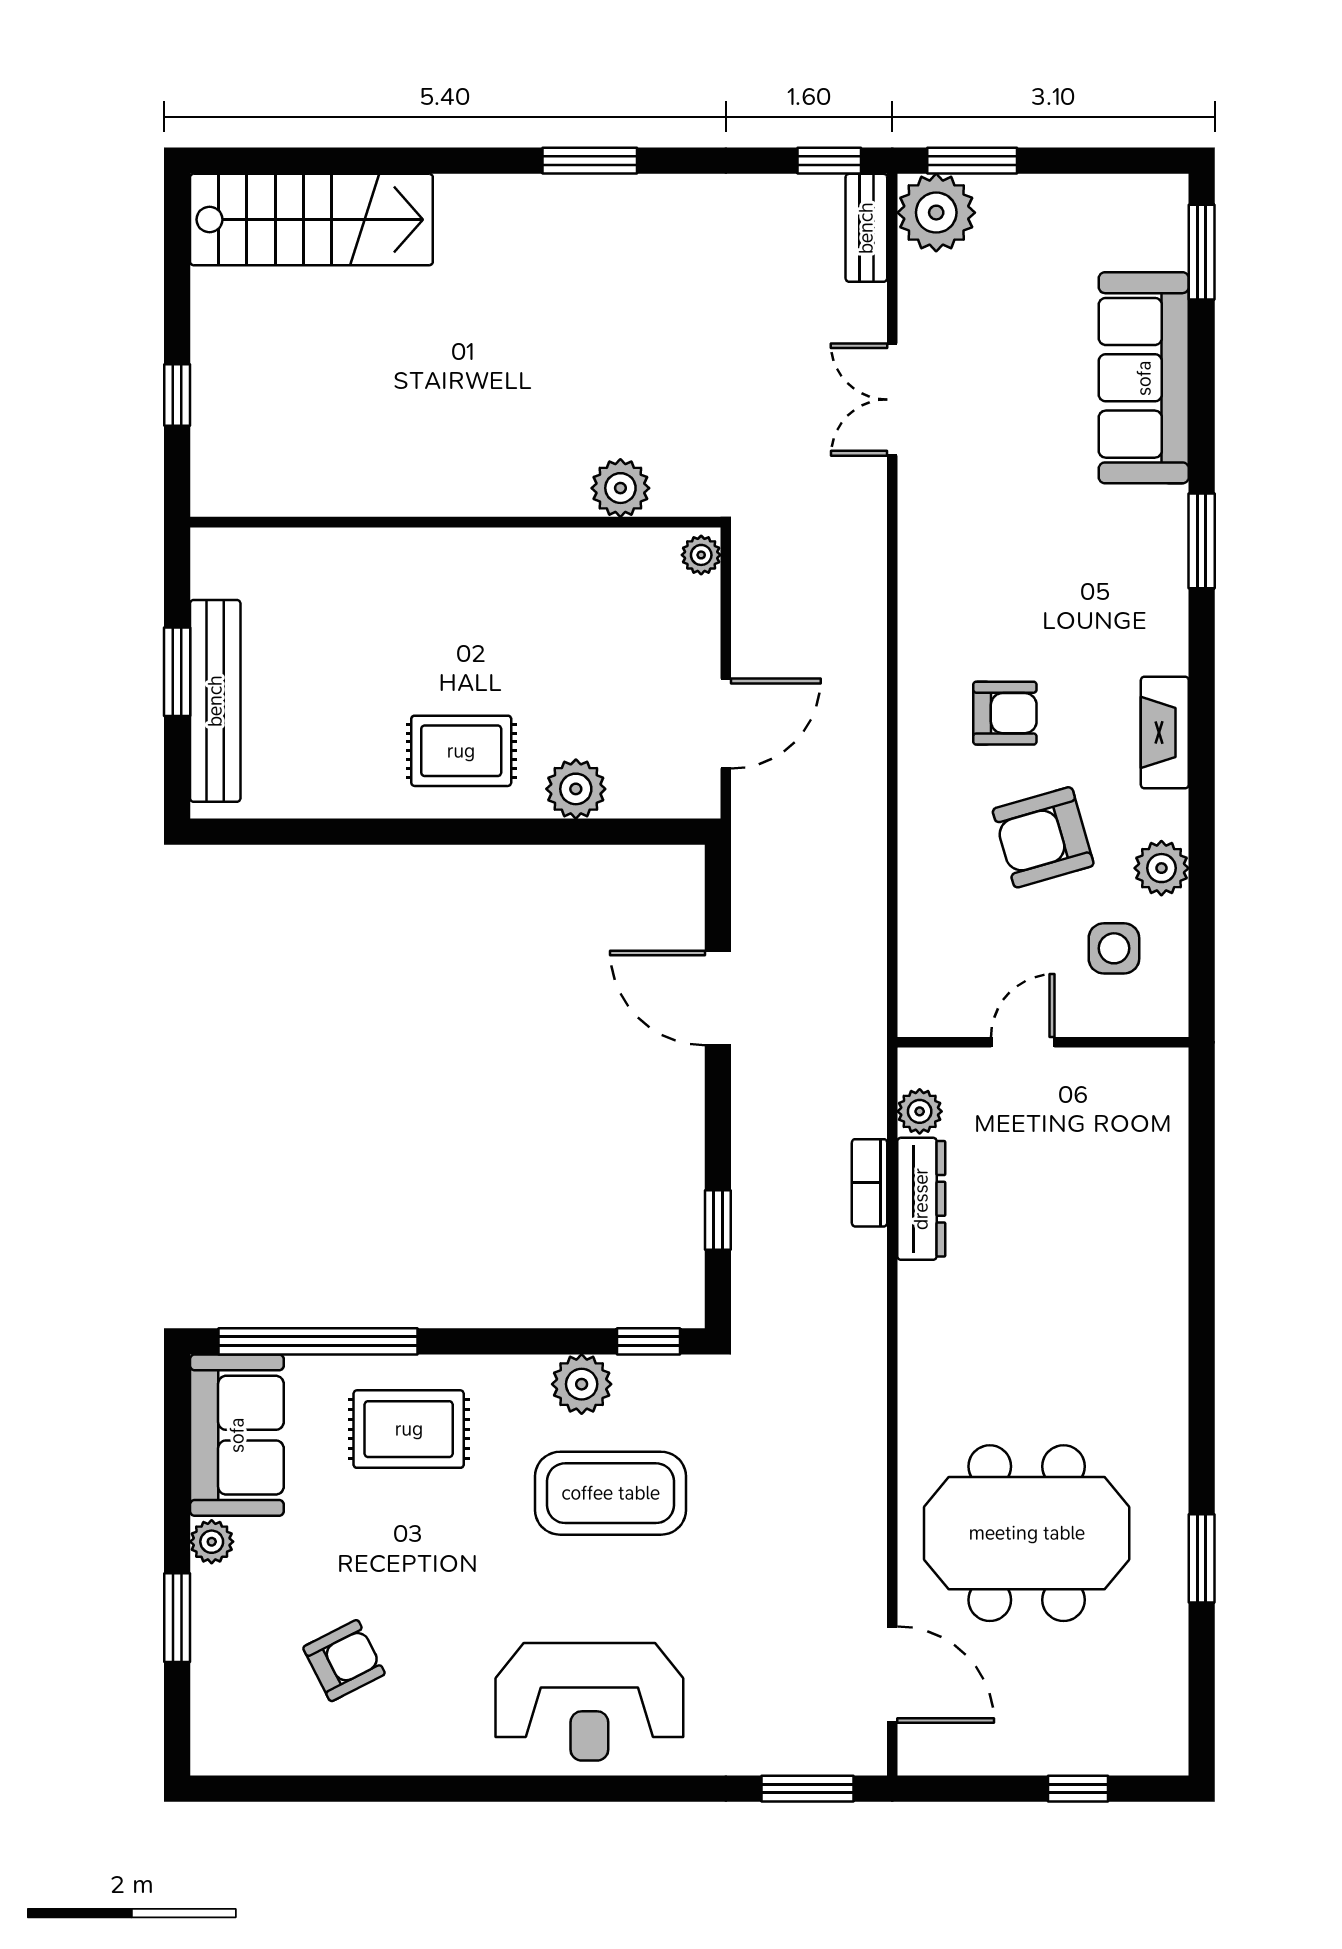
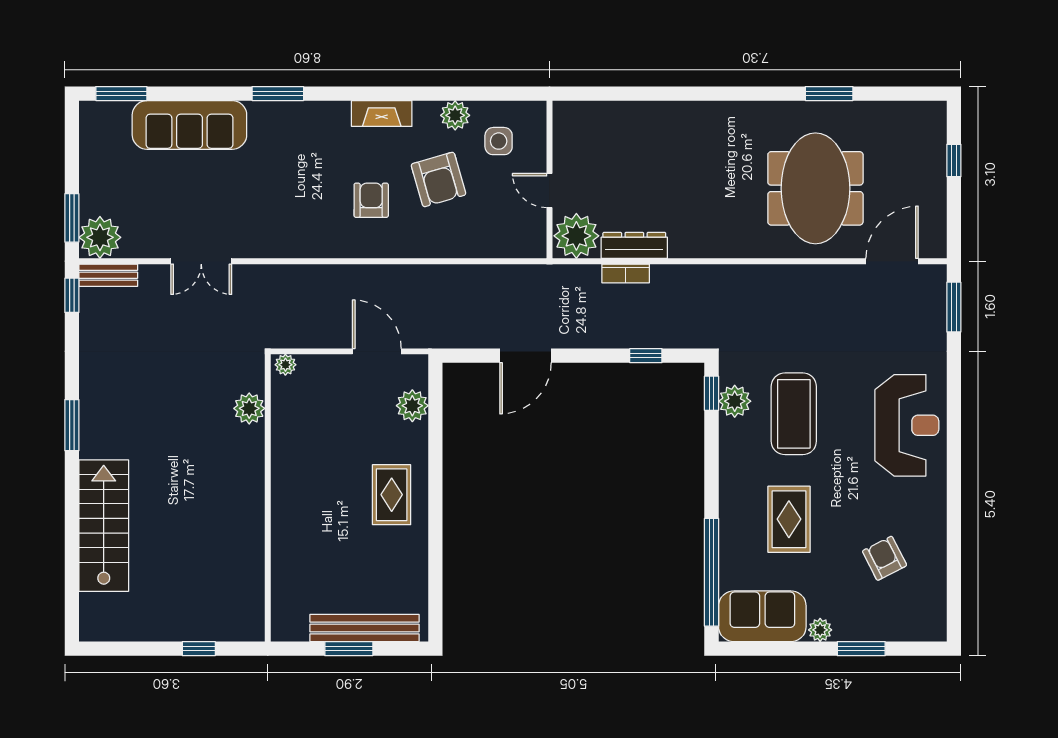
stairs: (311, 220) -> (104, 526), moved
plant: (576, 789) -> (412, 406), moved
plant: (920, 1111) -> (576, 236), width x1.88, depth x1.88
plant: (582, 1384) -> (735, 401), moved
rug: (409, 1429) -> (789, 519), moved

